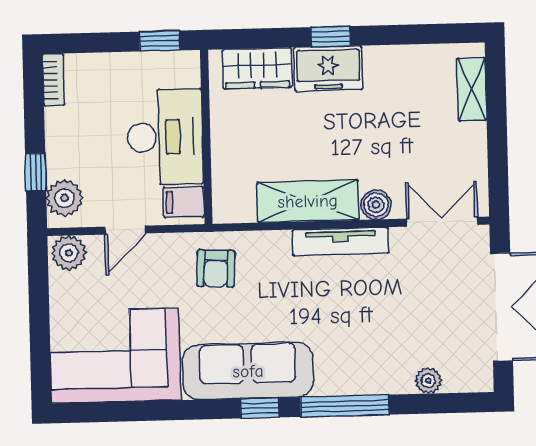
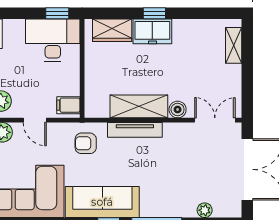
desk: (165, 137) -> (53, 40), moved, turned -90
door: (125, 230) -> (35, 120), hinge flipped
tv unit: (341, 241) -> (135, 130), moved
armchair: (216, 268) -> (86, 143), turned 87

